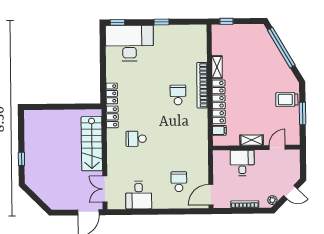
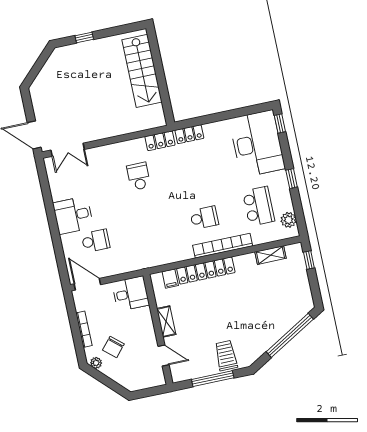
plant: (193, 31) -> (289, 220), added
school desk: (178, 52) -> (259, 206), added
shelving: (217, 67) -> (270, 255), moved
window: (302, 113) -> (213, 379), width x1.44
stairs: (92, 144) -> (142, 71), moved, turned -90
desk: (242, 163) -> (131, 294), moved
chair: (263, 184) -> (113, 347), added
double door: (105, 189) -> (68, 150), swing flipped
door: (291, 192) -> (111, 384), removed
desk: (139, 195) -> (73, 215), moved

